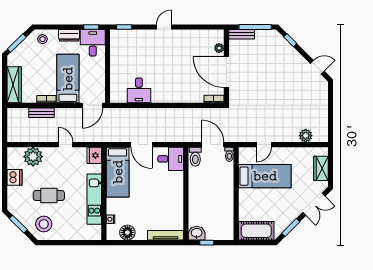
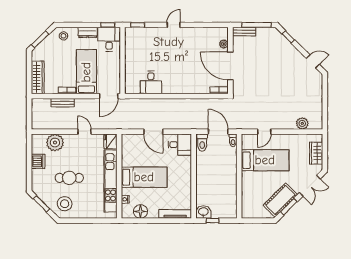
bed: (118, 172) -> (144, 177), moved, turned -90
kitchen unit: (94, 199) -> (110, 181), width x1.36
cot: (256, 231) -> (280, 200), moved, turned -45

